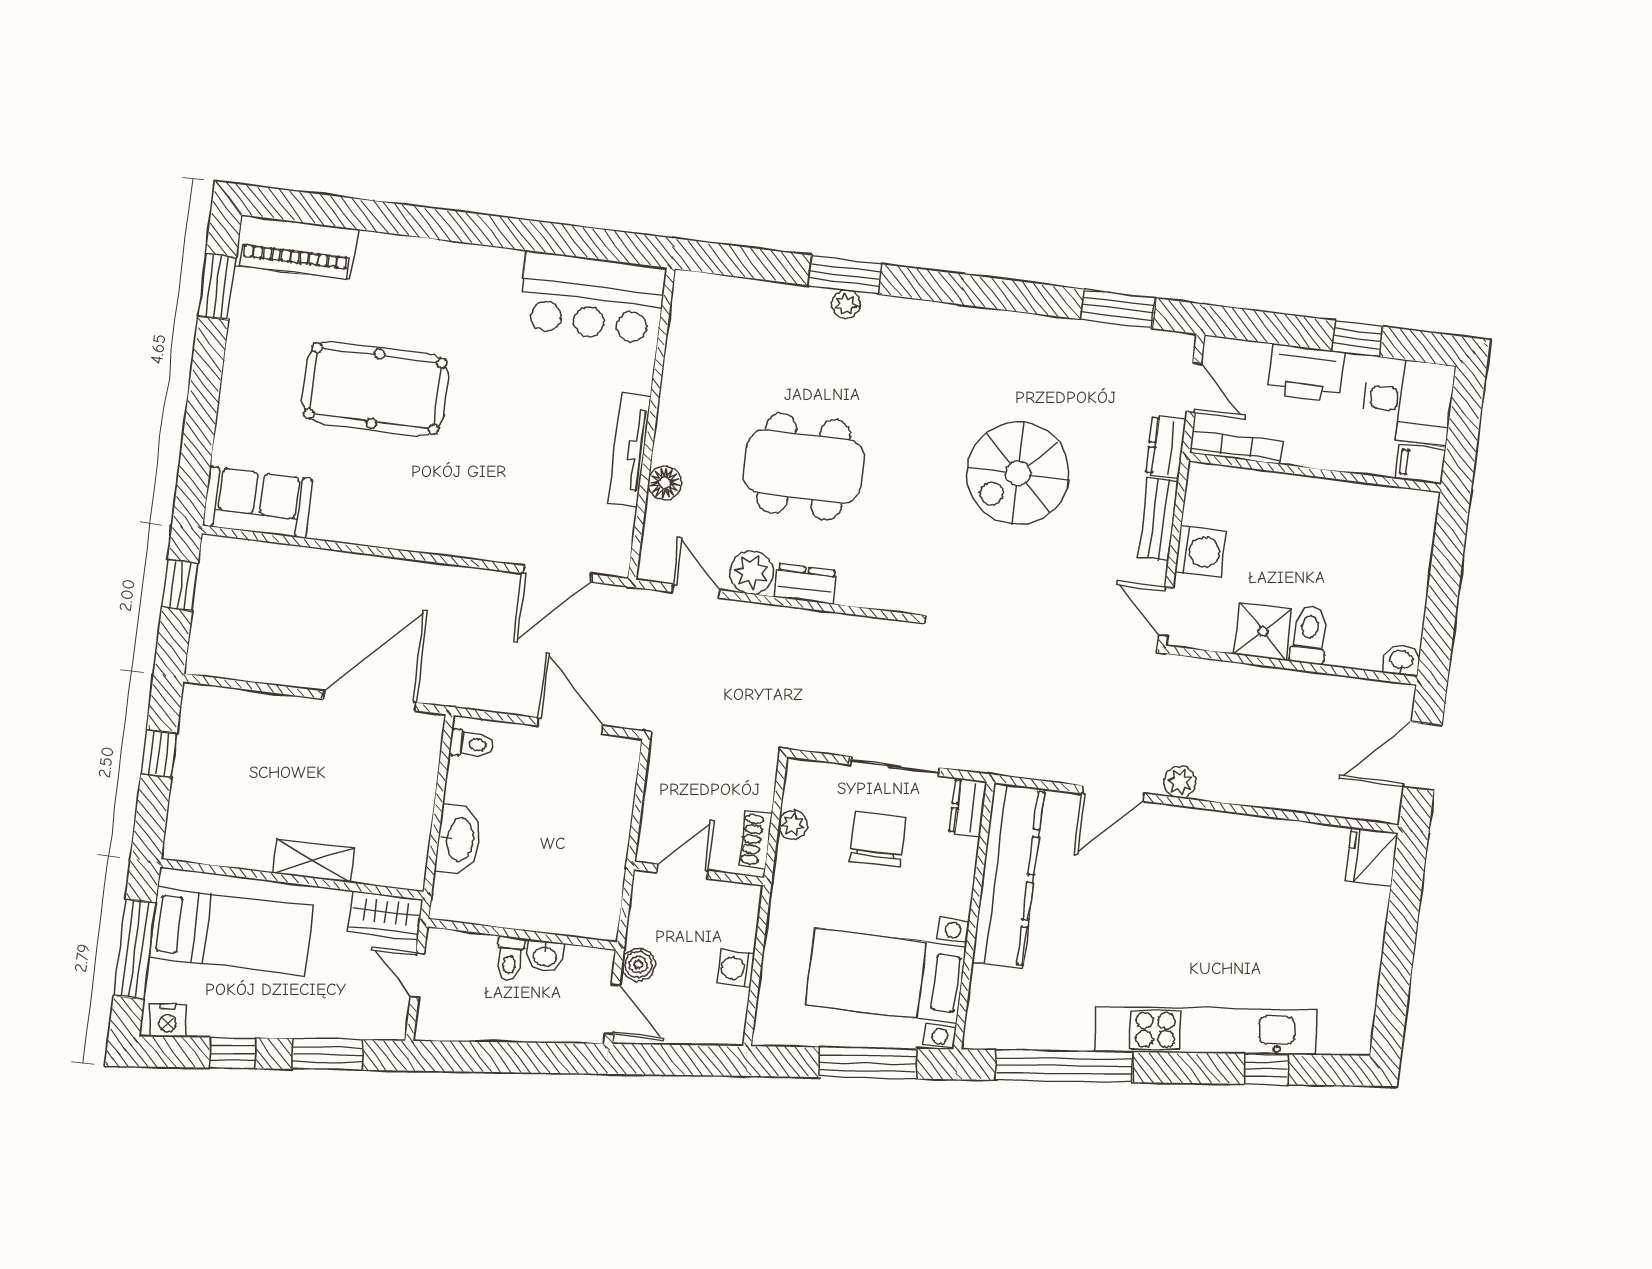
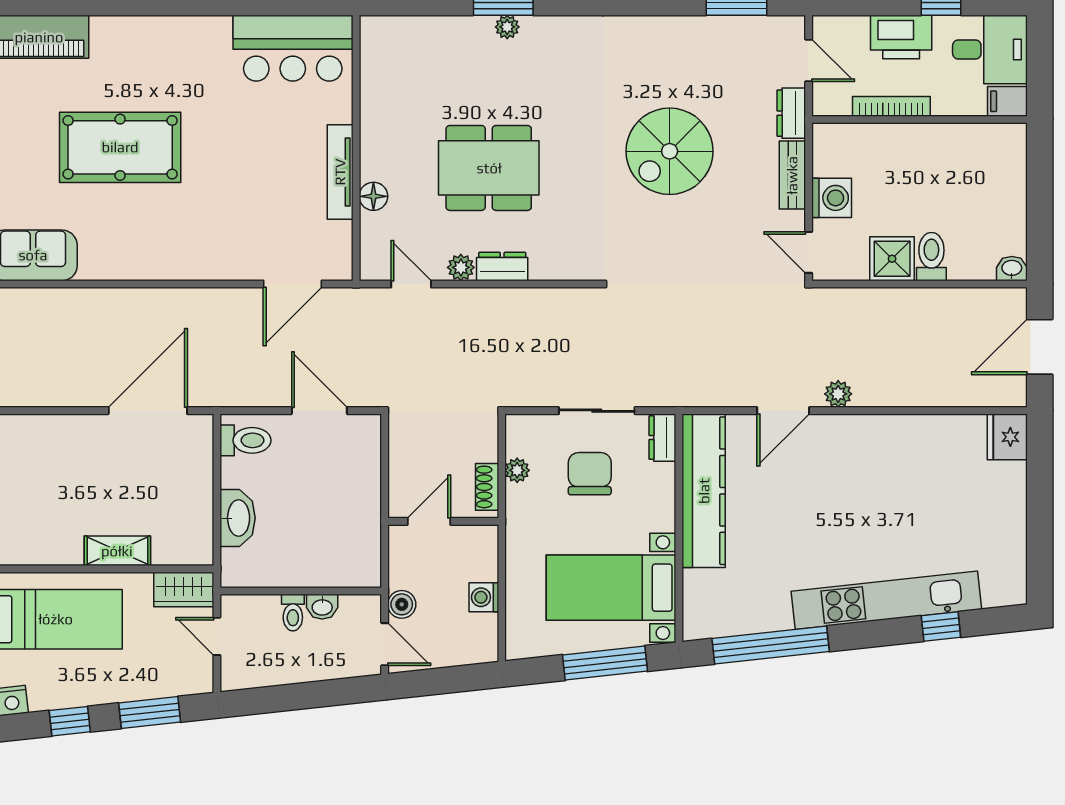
bookcase: (1236, 447) -> (891, 106), moved
plant: (752, 572) -> (461, 267), width x0.73, depth x0.73
toilet: (472, 744) -> (245, 440), width x1.37, depth x1.39

